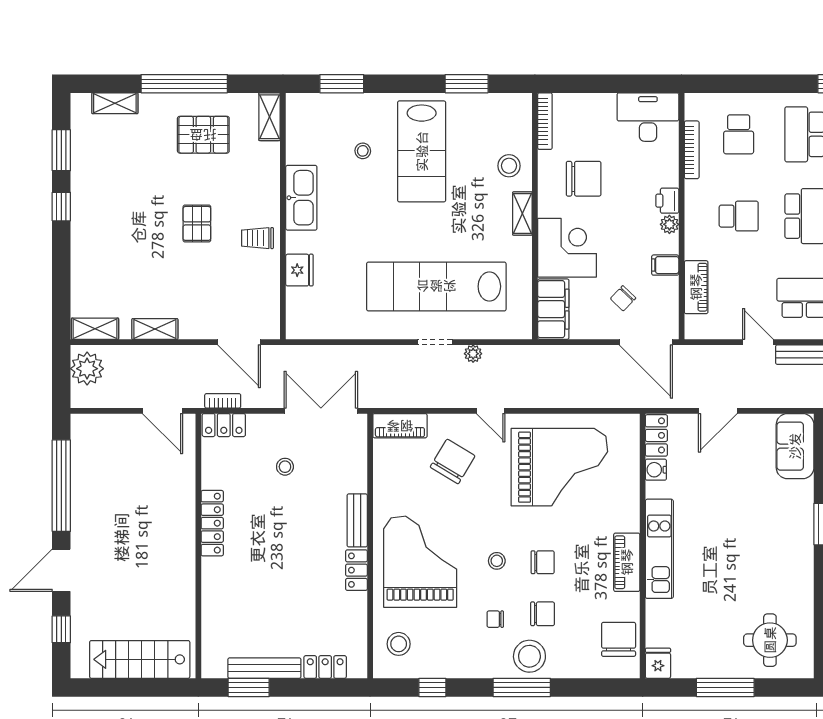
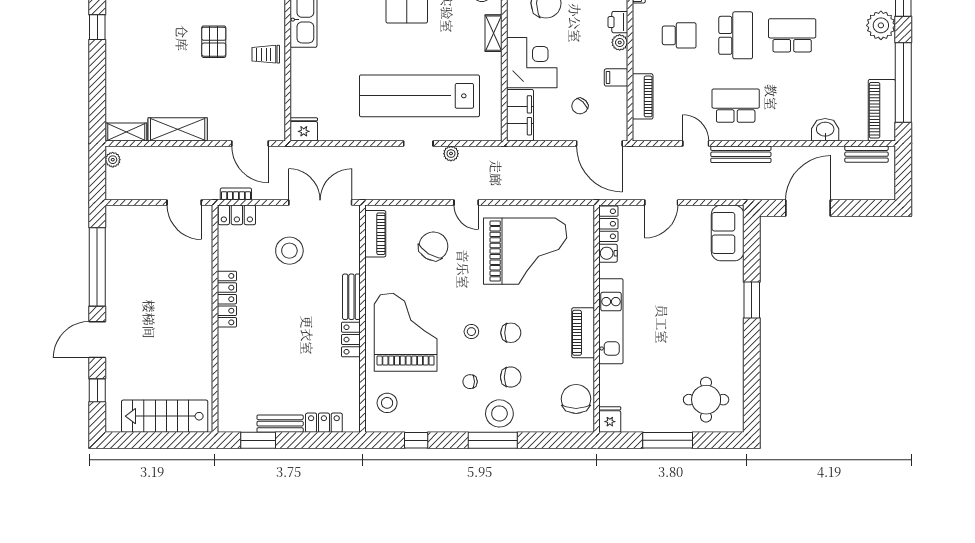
fridge: (299, 270) -> (304, 129), moved, turned -90
shelving: (155, 329) -> (178, 129), width x1.50, depth x1.33
plant: (87, 369) -> (113, 160), width x0.53, depth x0.53
piano: (400, 426) -> (375, 234), moved, turned -90
stool: (285, 467) -> (289, 251), width x1.89, depth x1.89
bench: (264, 668) -> (280, 424), width x0.73

